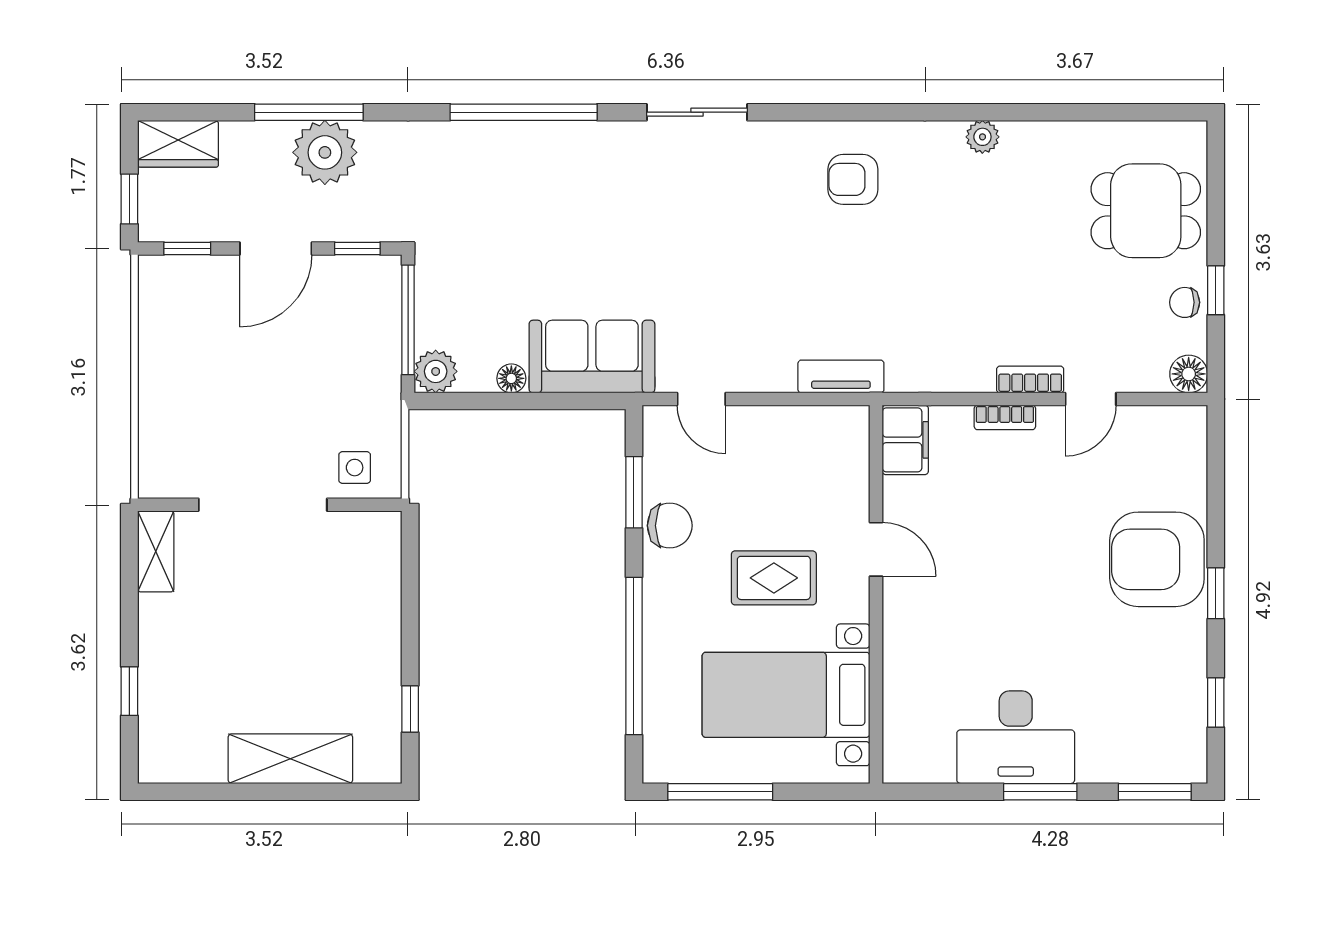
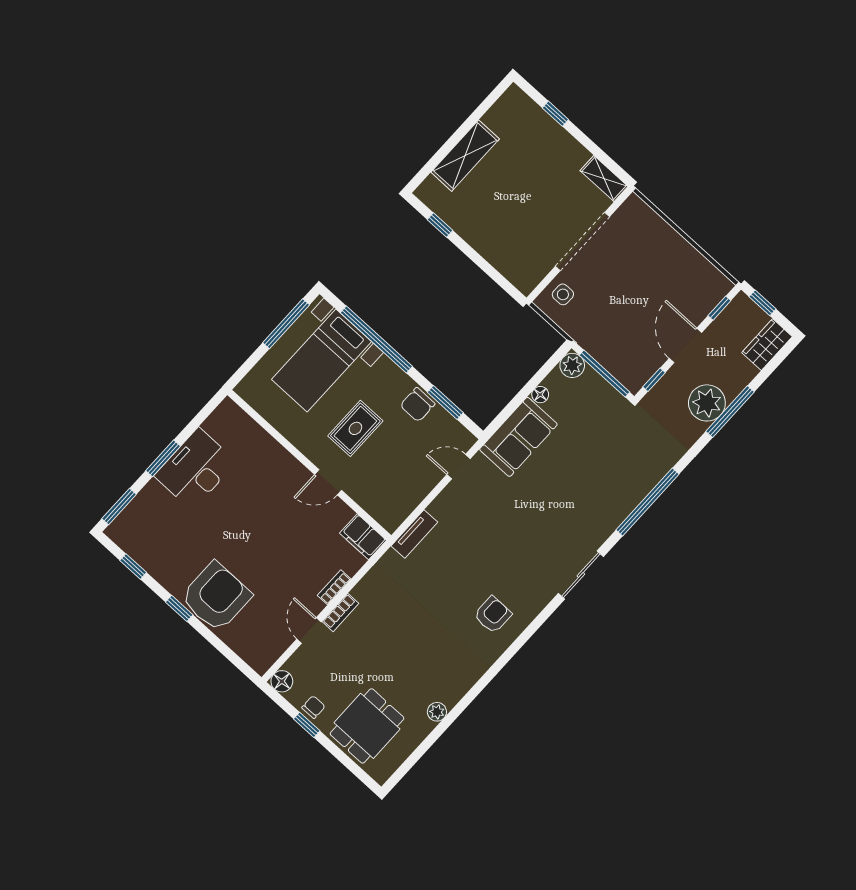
plant: (982, 137) -> (437, 712), moved
bed with nightstands: (786, 695) -> (322, 360), moved, turned 180

